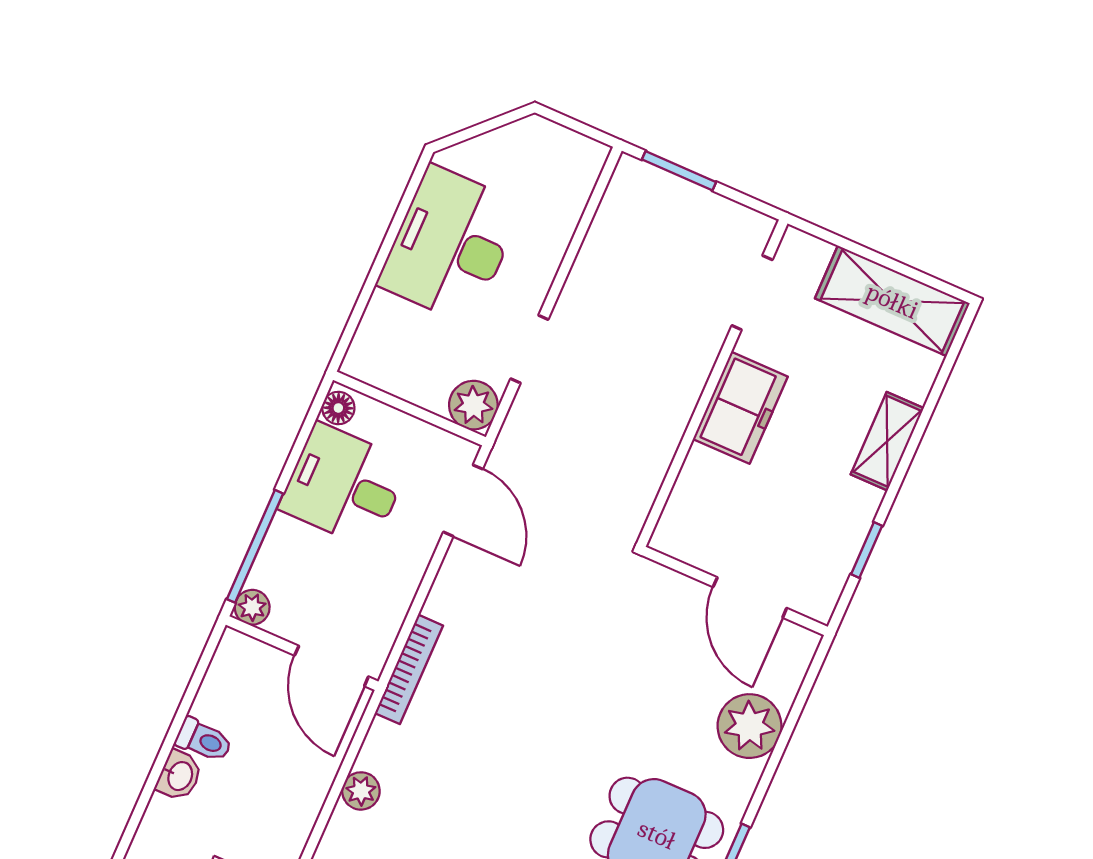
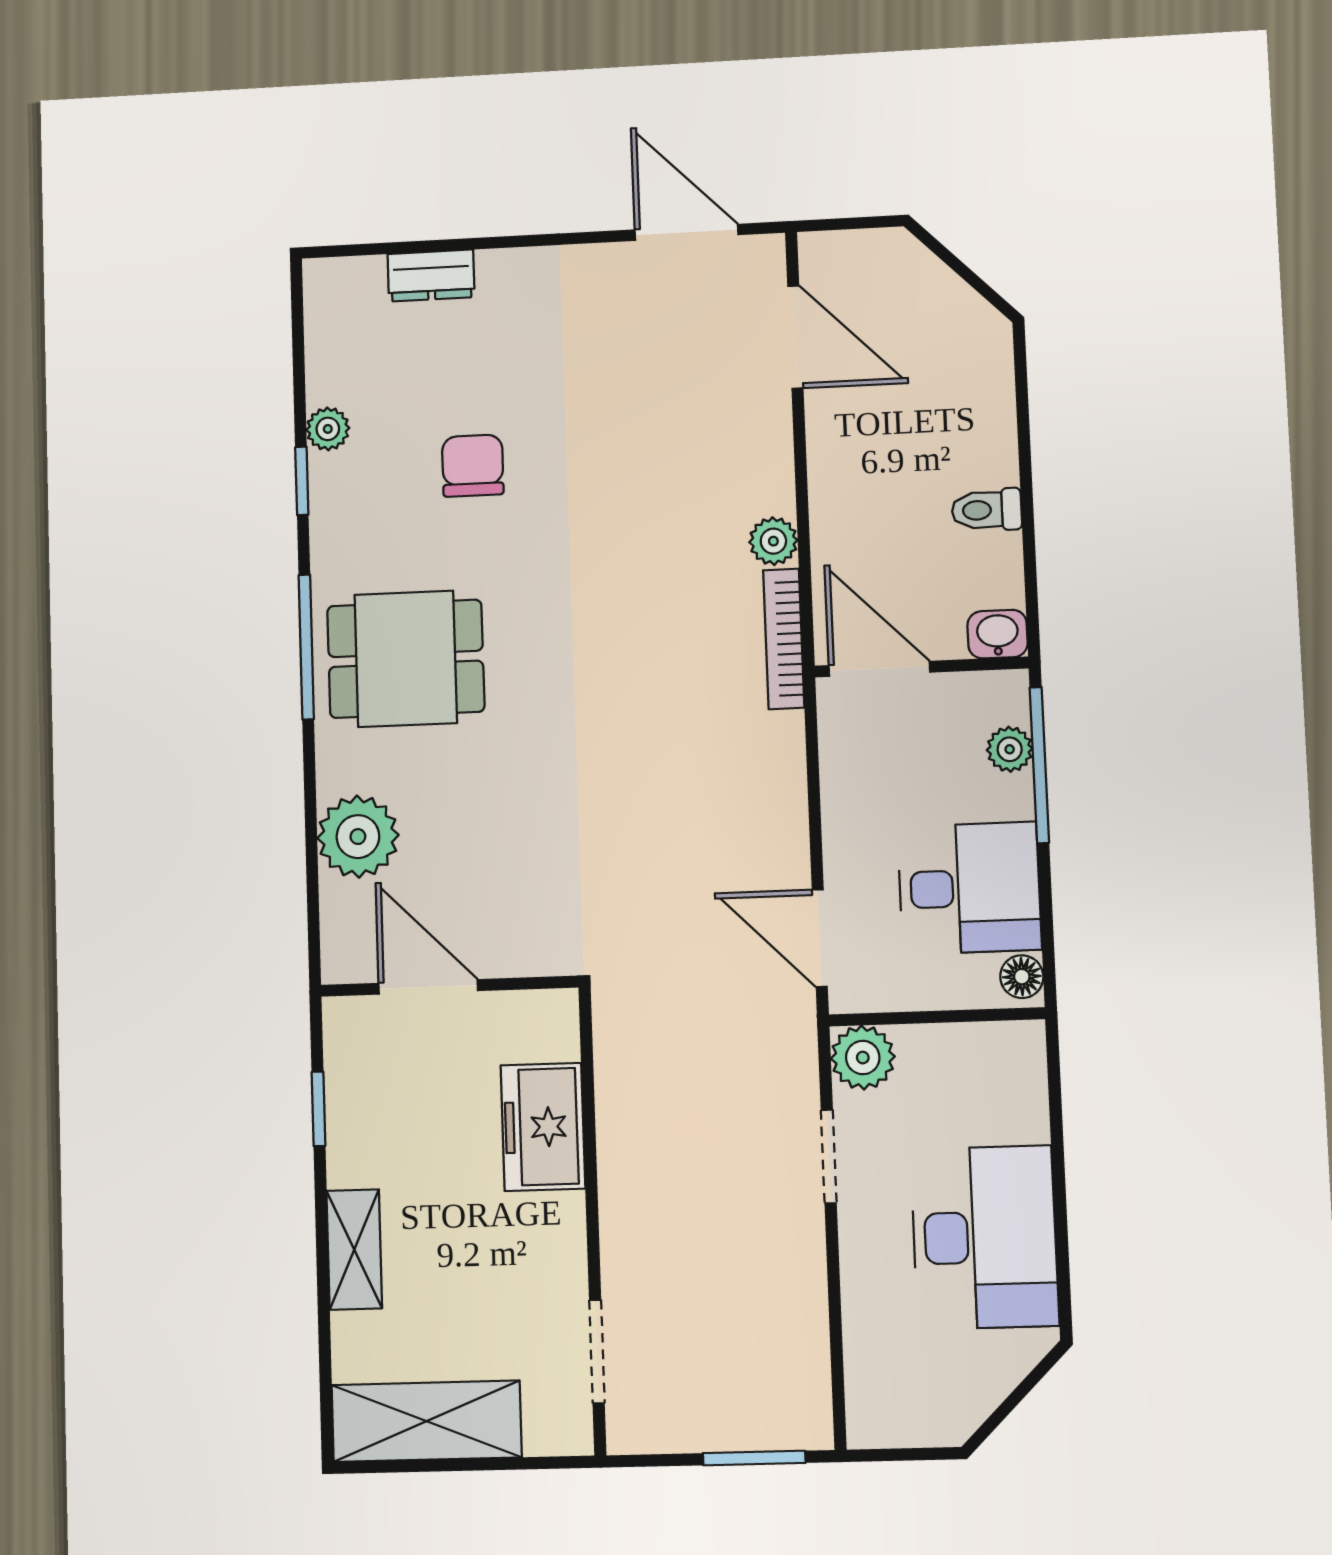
freezer: (740, 408) -> (543, 1127), moved
plant: (252, 607) -> (1010, 749), moved
bookcase: (409, 669) -> (784, 639), moved
washbasin: (179, 776) -> (998, 634), moved, turned 90

